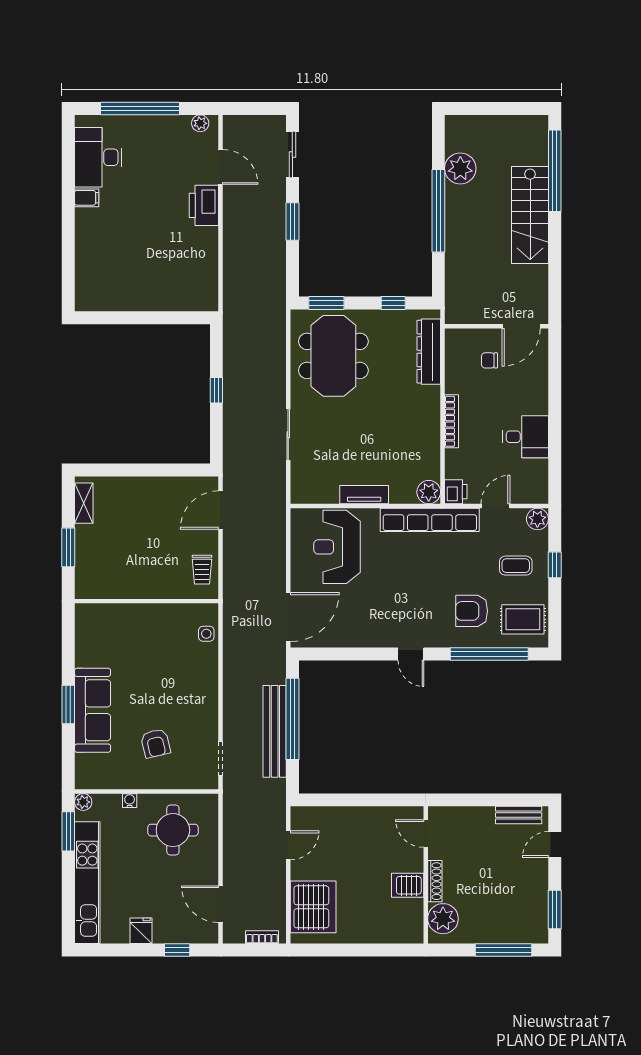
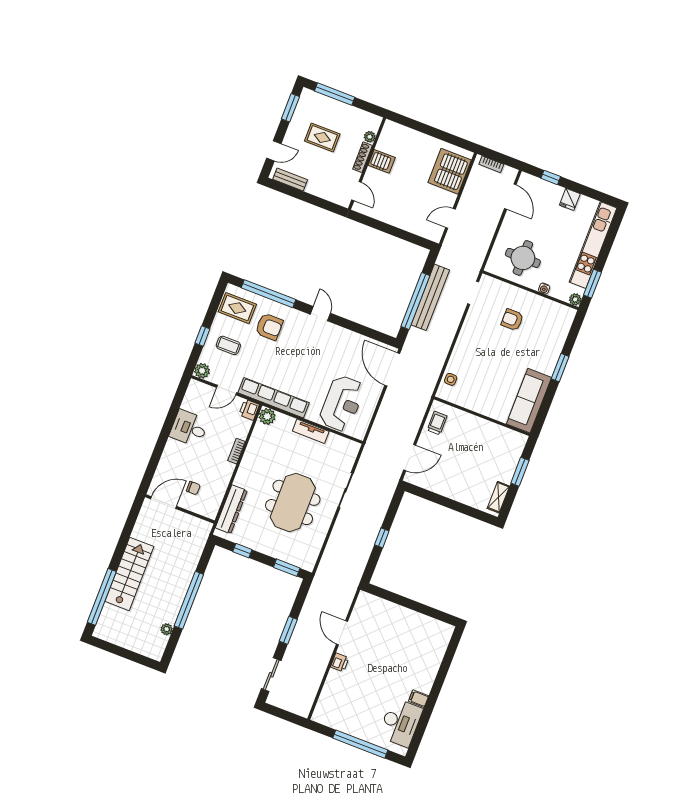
plant: (200, 123) -> (324, 719), removed
door: (221, 167) -> (342, 633), moved
plant: (460, 168) -> (167, 629), width x0.53, depth x0.53
printer: (204, 205) -> (340, 662), width x0.53, depth x0.68
meeting table: (333, 356) -> (293, 502), moved
bookcase: (452, 421) -> (236, 451), width x0.64
door: (288, 617) -> (392, 369), hinge flipped
sofa: (93, 710) -> (529, 401), moved
armchair: (156, 743) -> (512, 320), turned -77
rug: (498, 887) -> (322, 138), added
plant: (443, 919) -> (370, 137), width x0.53, depth x0.53

